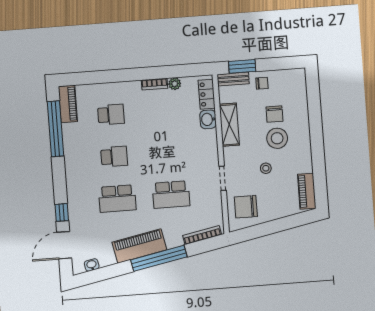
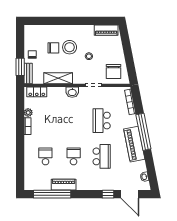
piano: (68, 104) -> (64, 185), moved
washbasin: (208, 119) -> (72, 92), moved
school desk: (171, 195) -> (102, 121), turned 180

